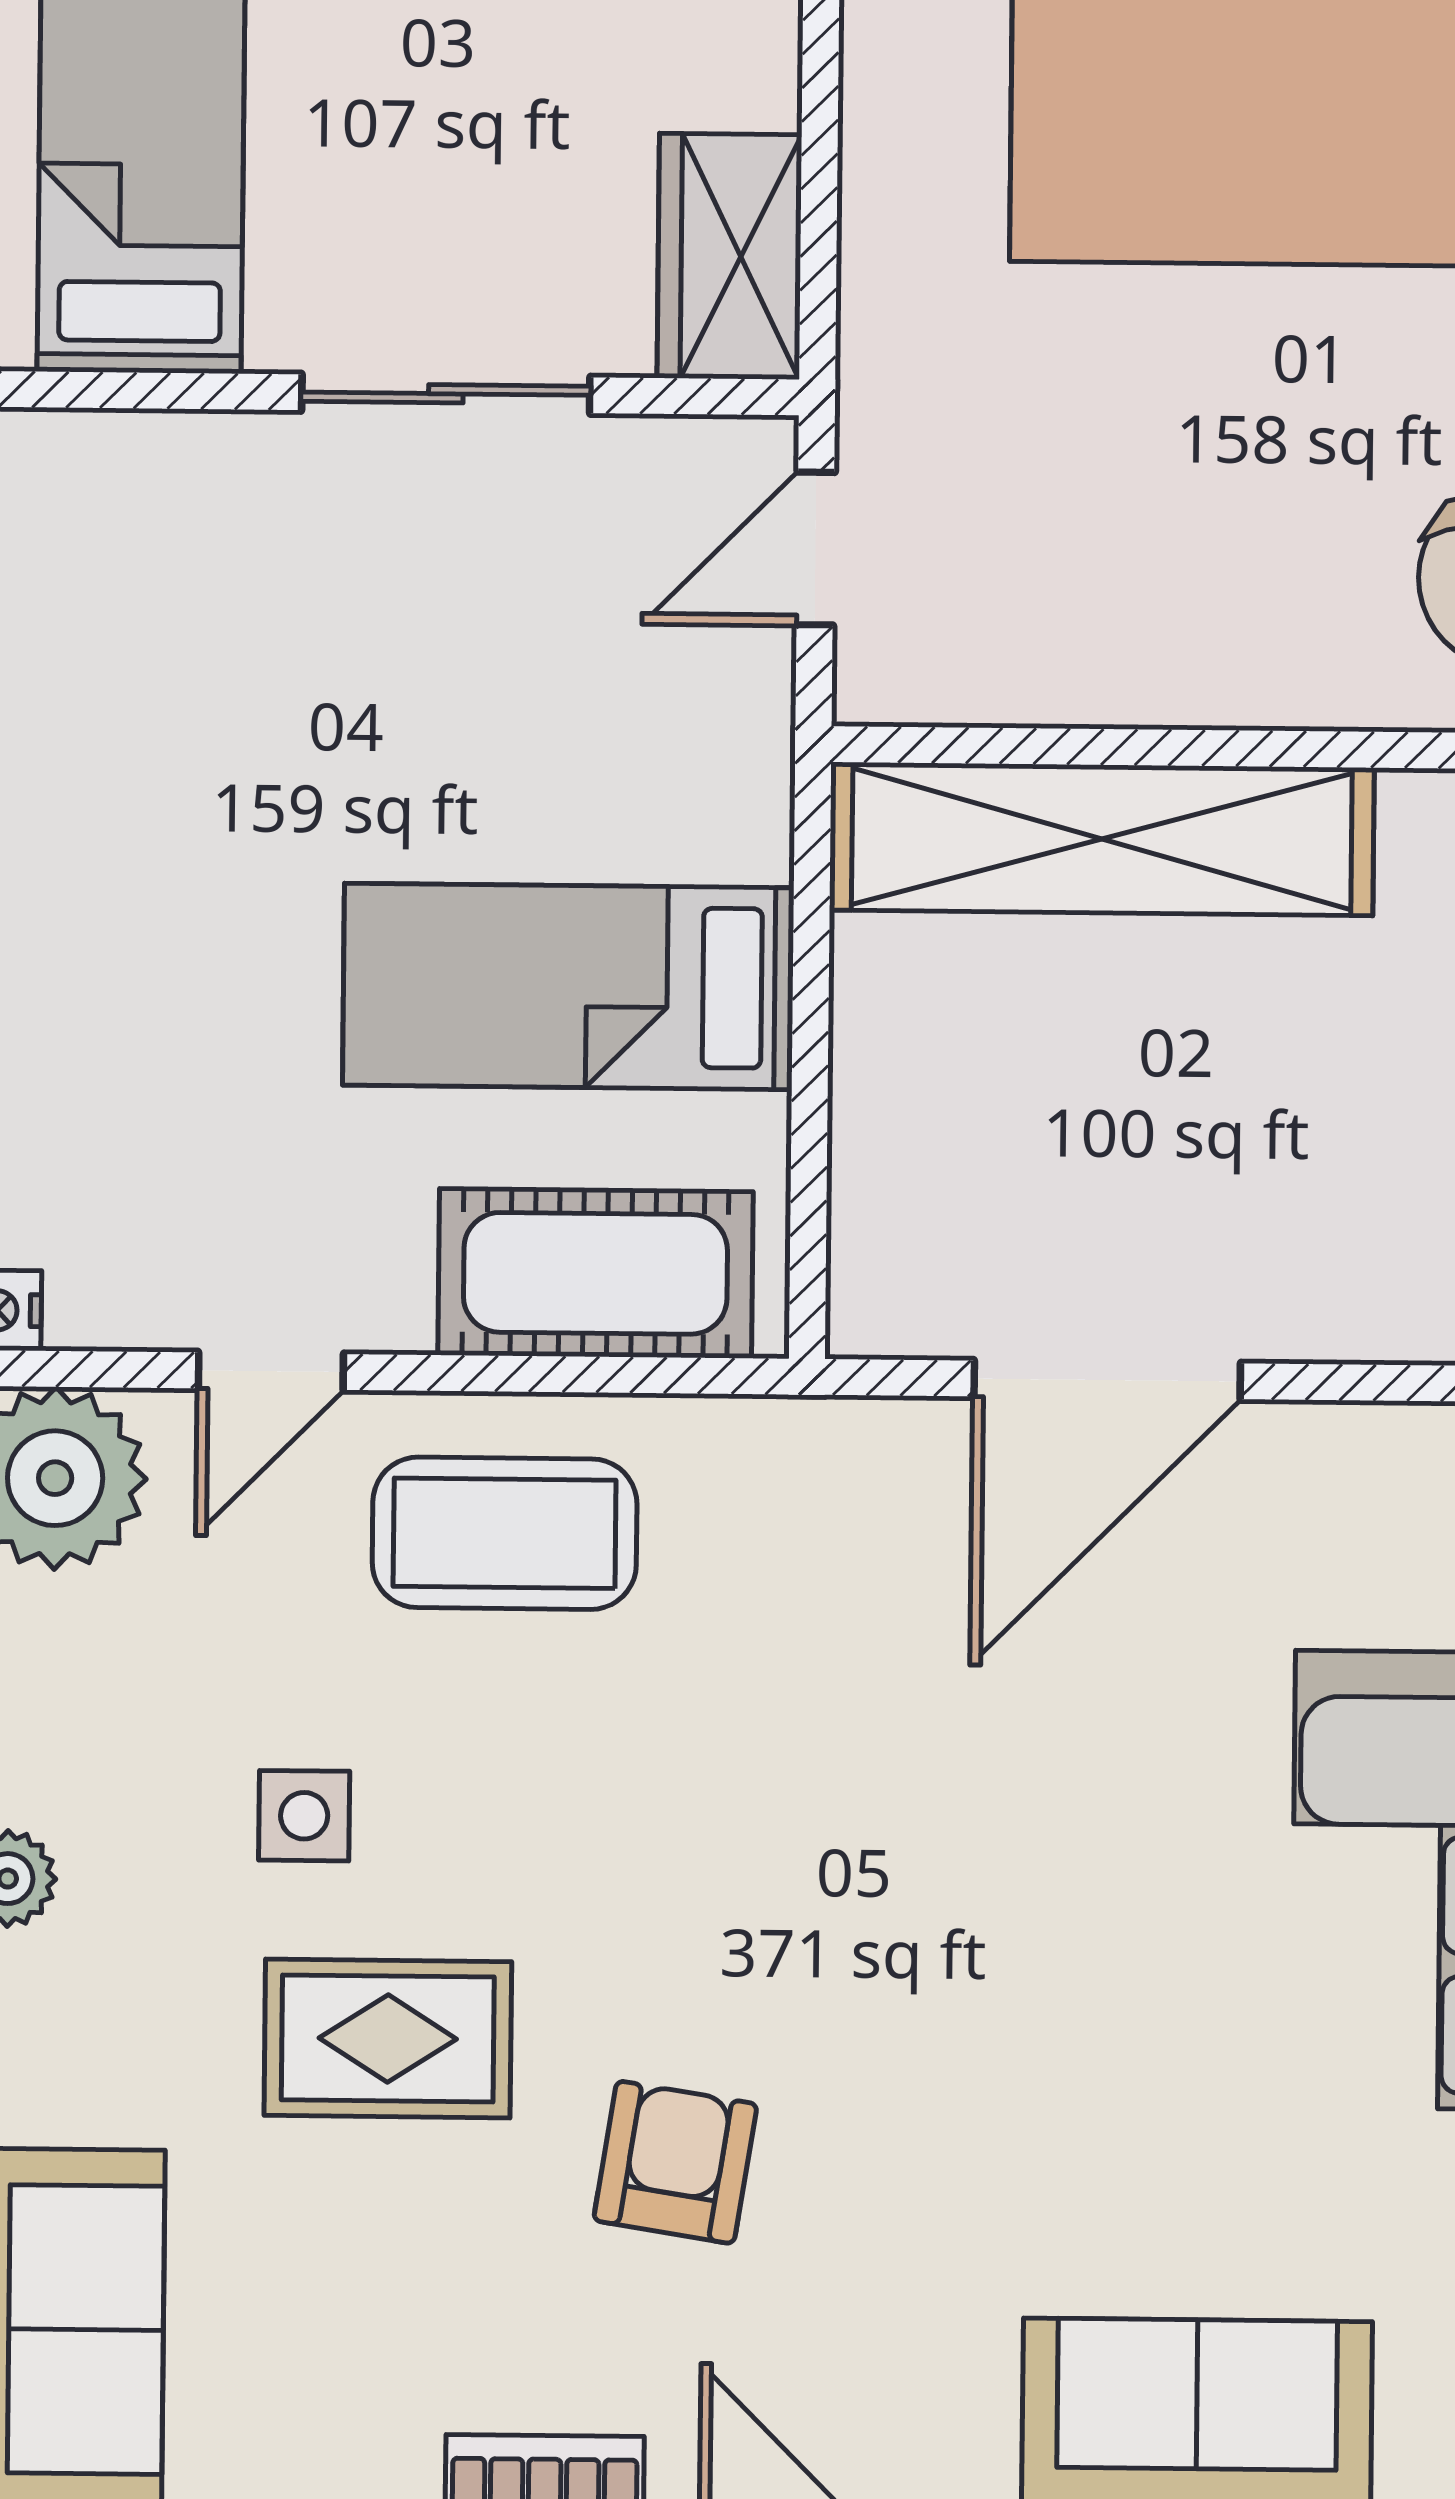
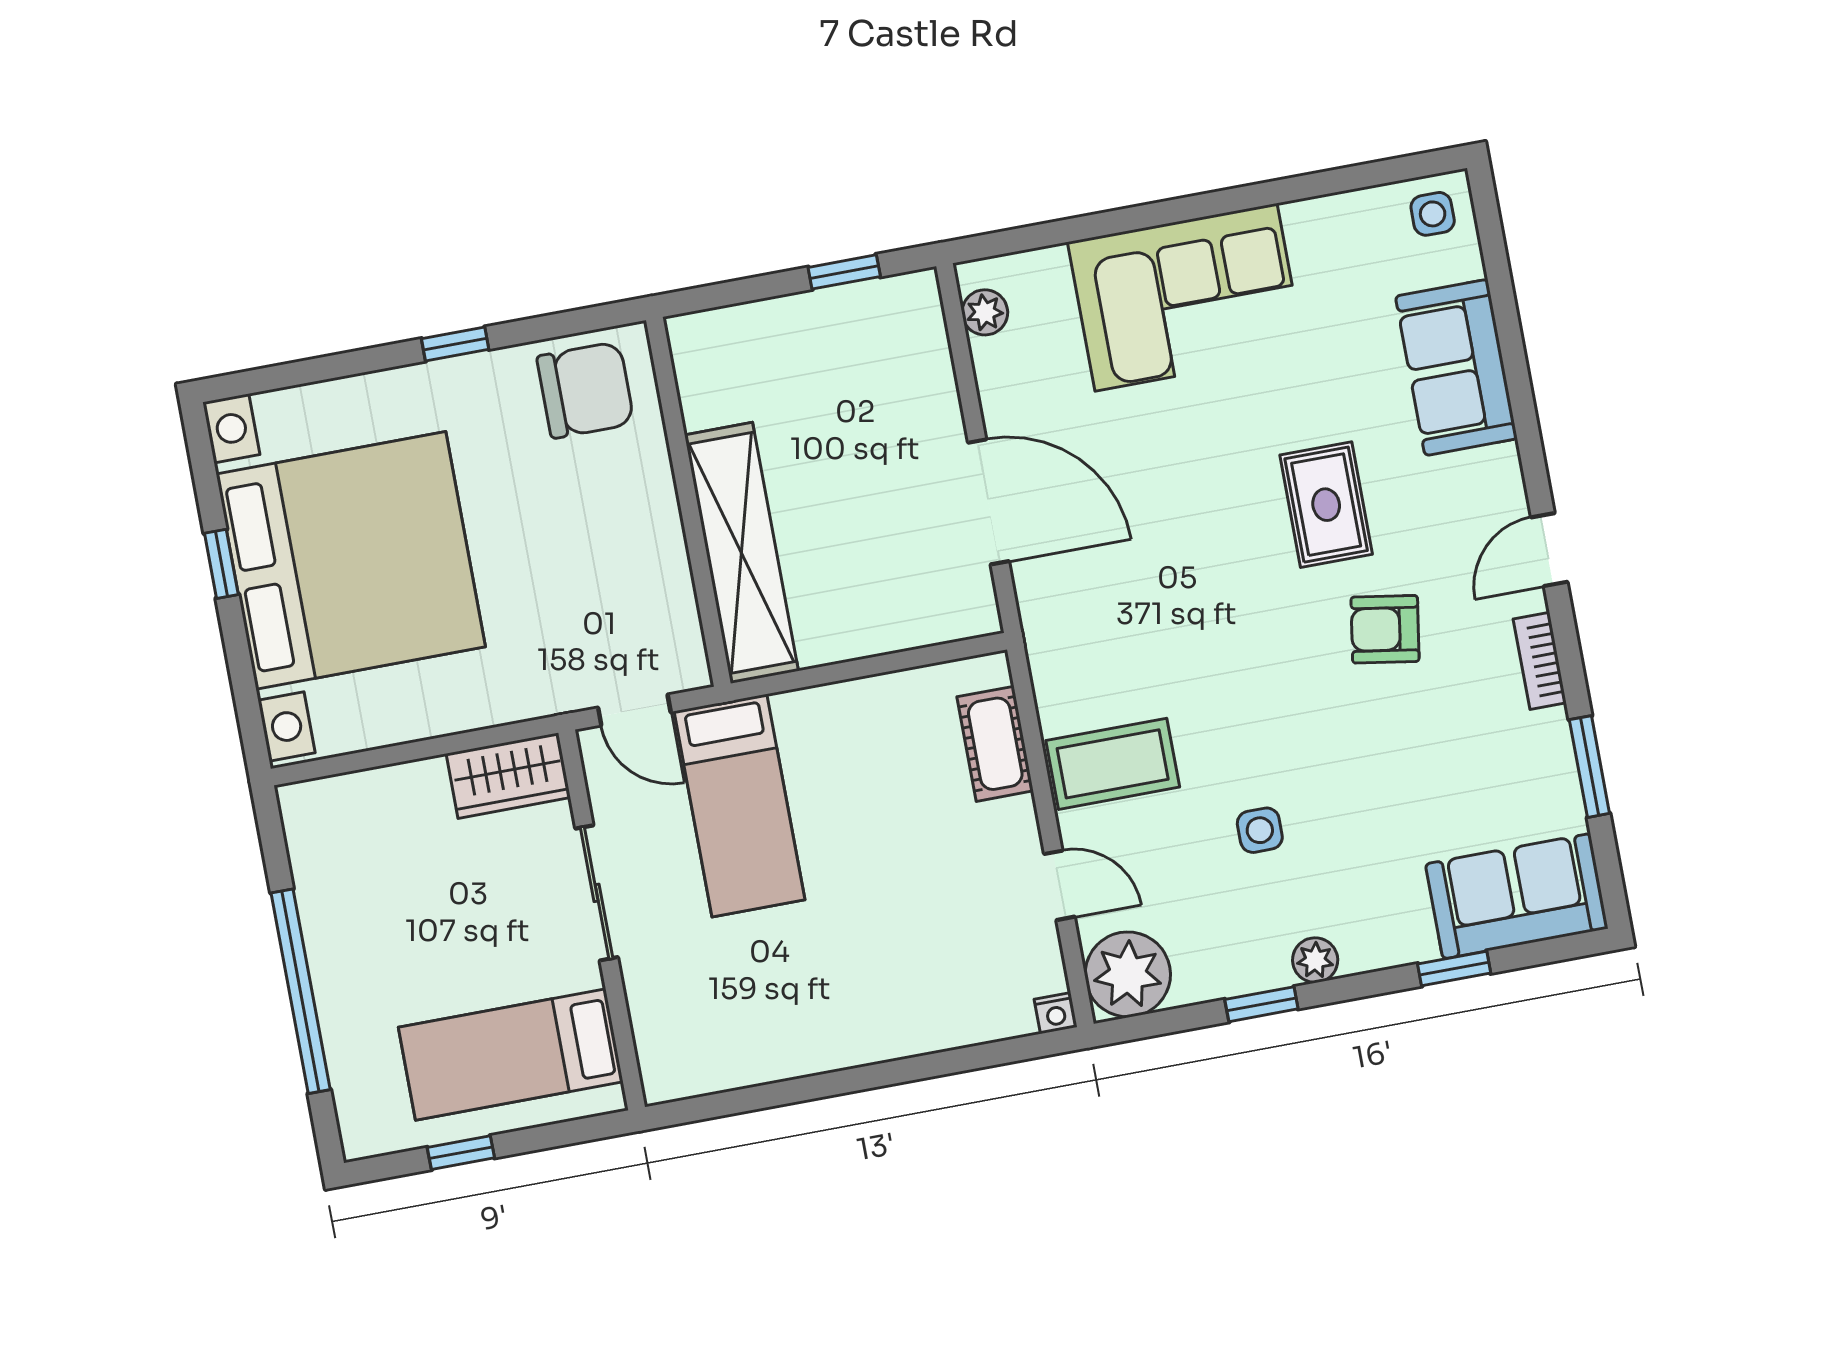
bed: (568, 986) -> (739, 806), moved
cot: (595, 1273) -> (995, 744), width x0.73, depth x0.75
coffee table: (505, 1533) -> (1113, 764), turned 90
rug: (388, 2038) -> (1326, 505), moved

